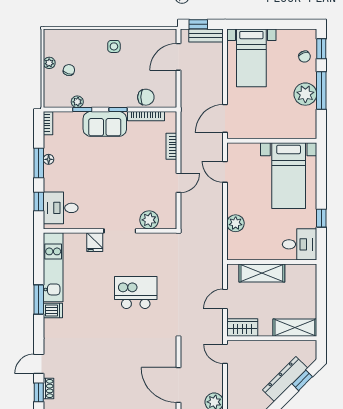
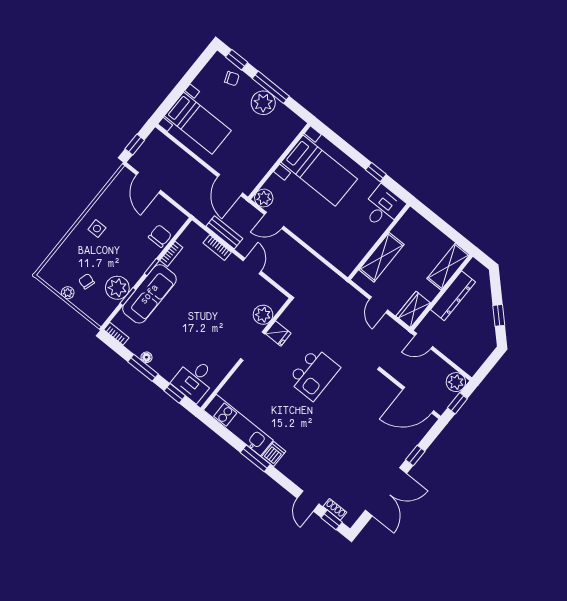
bench: (206, 35) -> (224, 232), moved, turned 90
plant: (77, 102) -> (117, 288), width x1.88, depth x1.88
bookcase: (146, 116) -> (171, 254), width x0.64
sofa: (105, 124) -> (149, 294), width x1.36
plant: (236, 223) -> (264, 198), moved
fridge: (95, 242) -> (278, 333), moved
kitchen island: (136, 292) -> (314, 374), turned 180
dresser: (285, 379) -> (453, 296), moved, turned -135
window: (302, 380) -> (499, 315), moved

